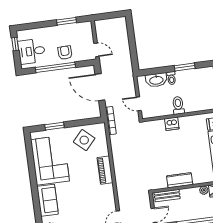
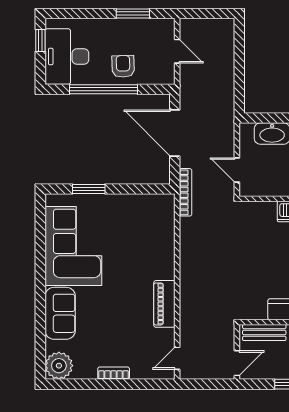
door: (96, 50) -> (177, 51), moved
desk: (32, 51) -> (67, 57), width x1.37
side table: (84, 140) -> (136, 219), removed
piano: (105, 170) -> (164, 304), moved

